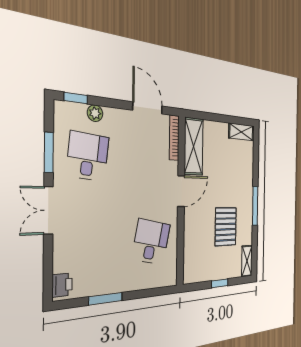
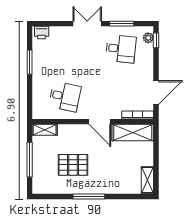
plant: (95, 113) -> (148, 38), moved
shelving: (247, 261) -> (45, 130), moved
window: (220, 283) -> (30, 160), width x2.17

